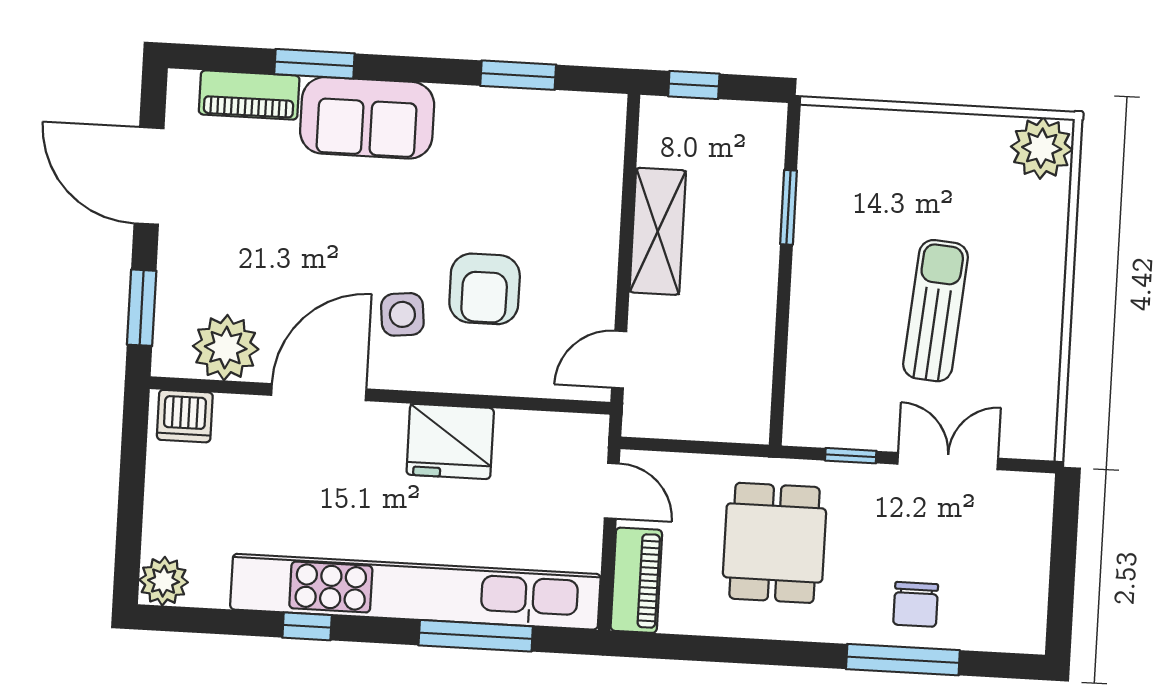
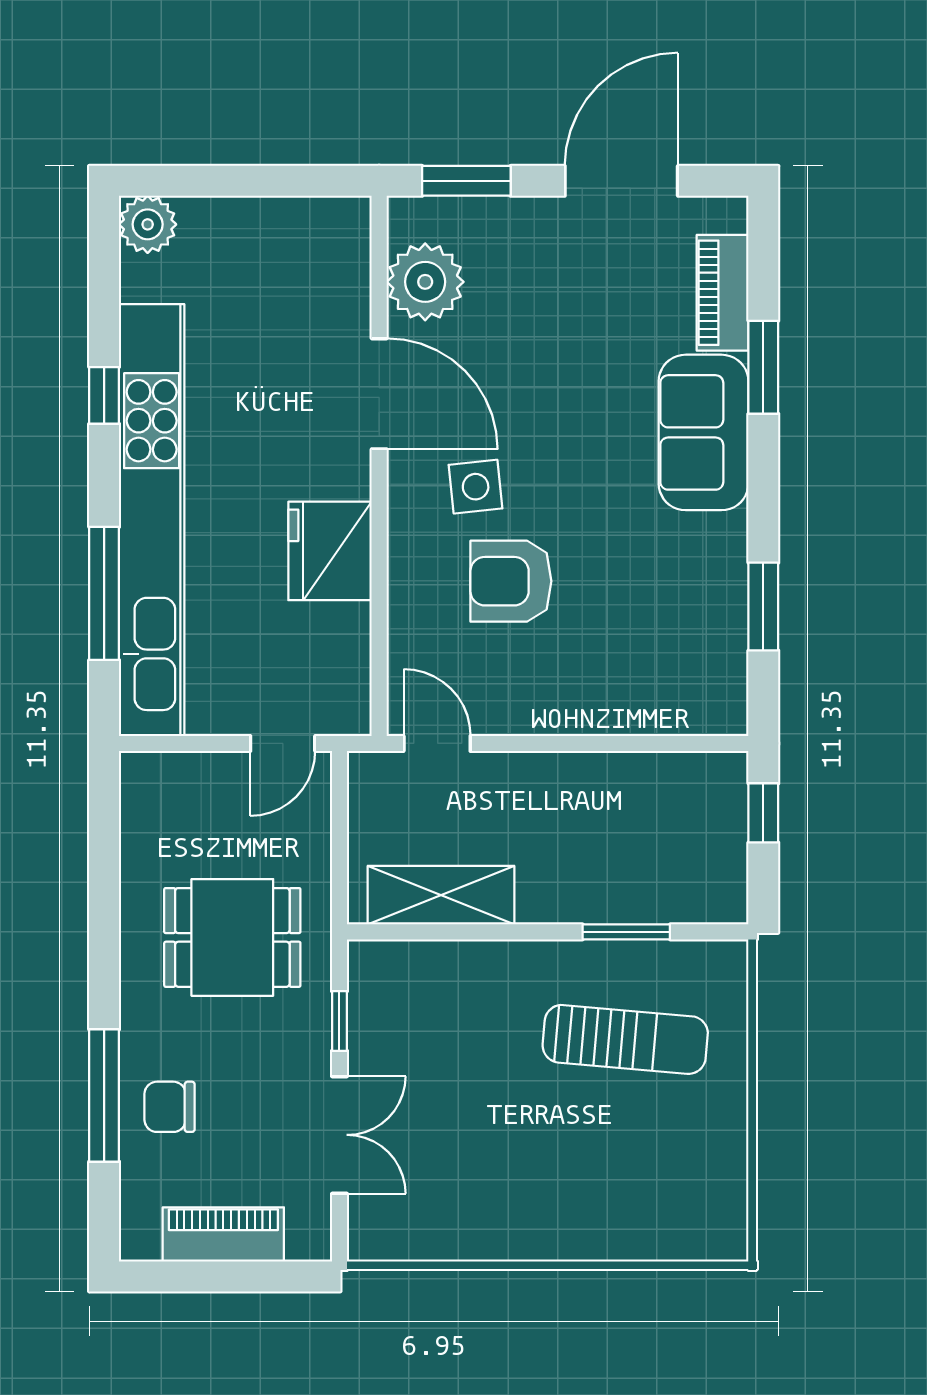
plant: (1042, 148) -> (712, 1224), removed
shelving: (658, 231) -> (441, 895), moved
sun lounger: (936, 311) -> (625, 1039), moved
dishwasher: (185, 416) -> (342, 238), removed
piano: (636, 580) -> (223, 1234), moved, turned 180

